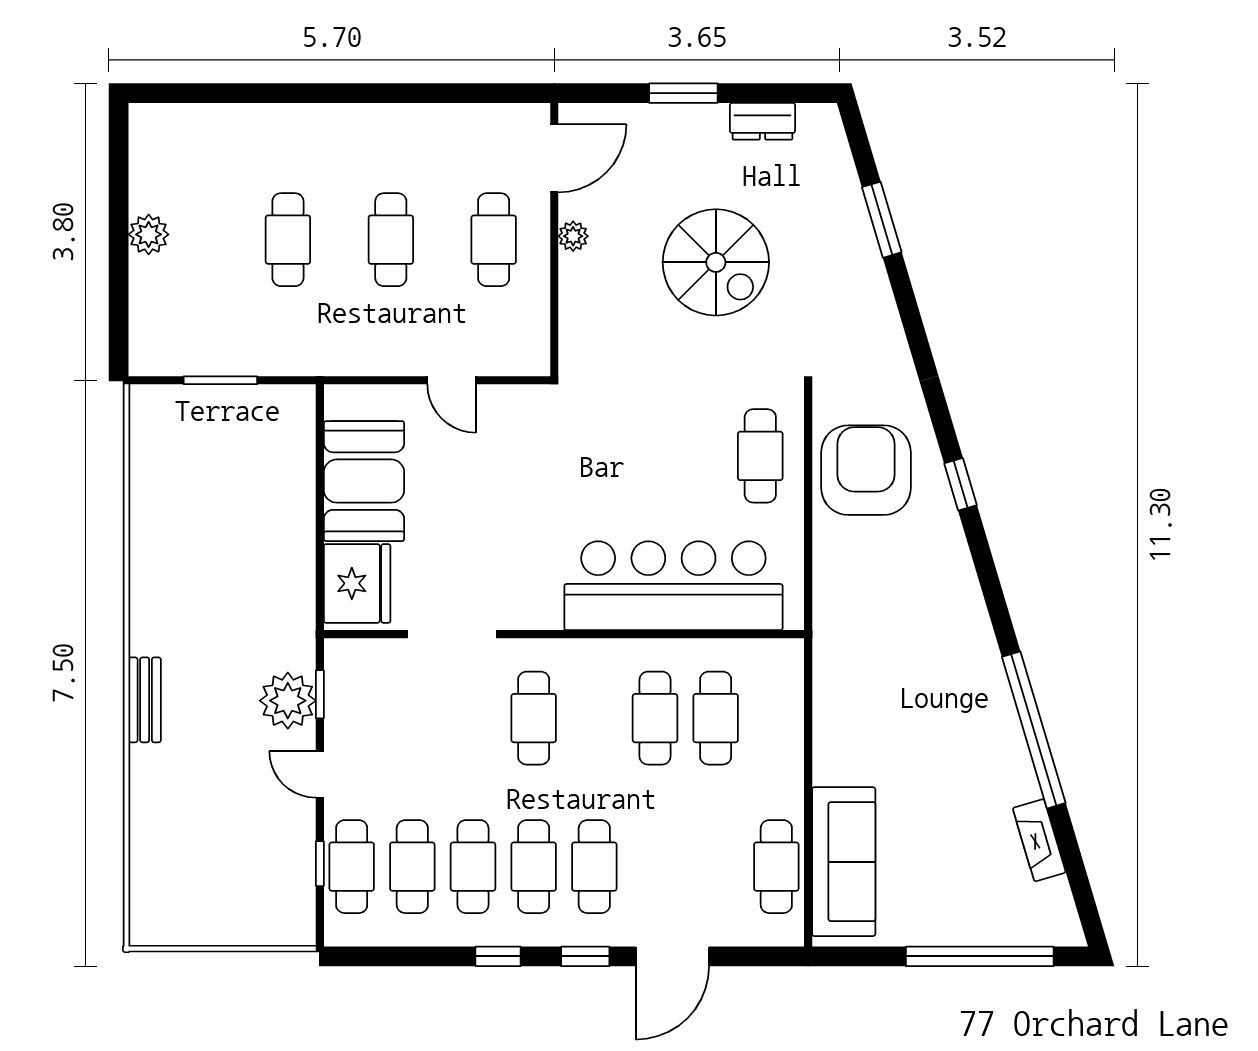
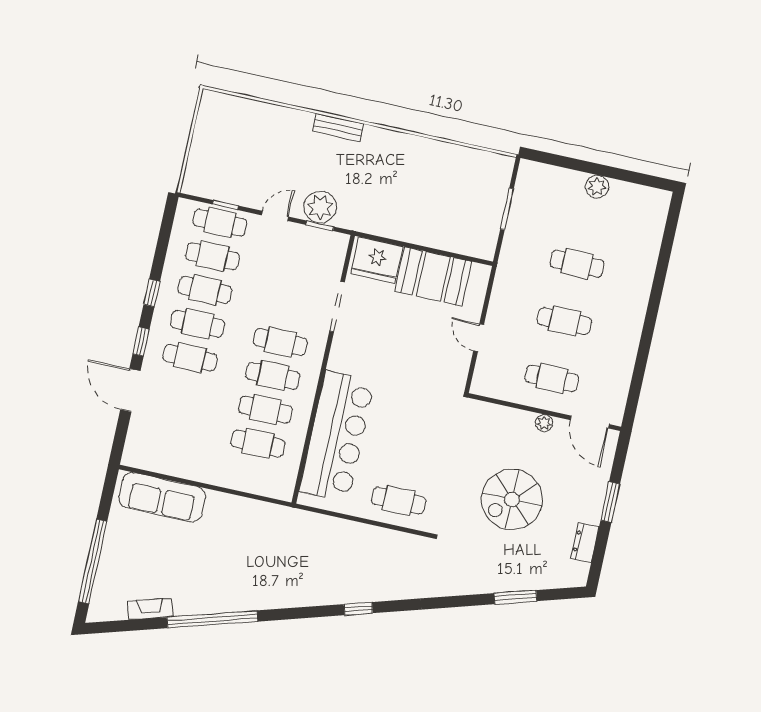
door: (452, 380) -> (479, 338), hinge flipped
armchair: (866, 470) -> (378, 558), removed
cafe table: (776, 867) -> (273, 376), moved

